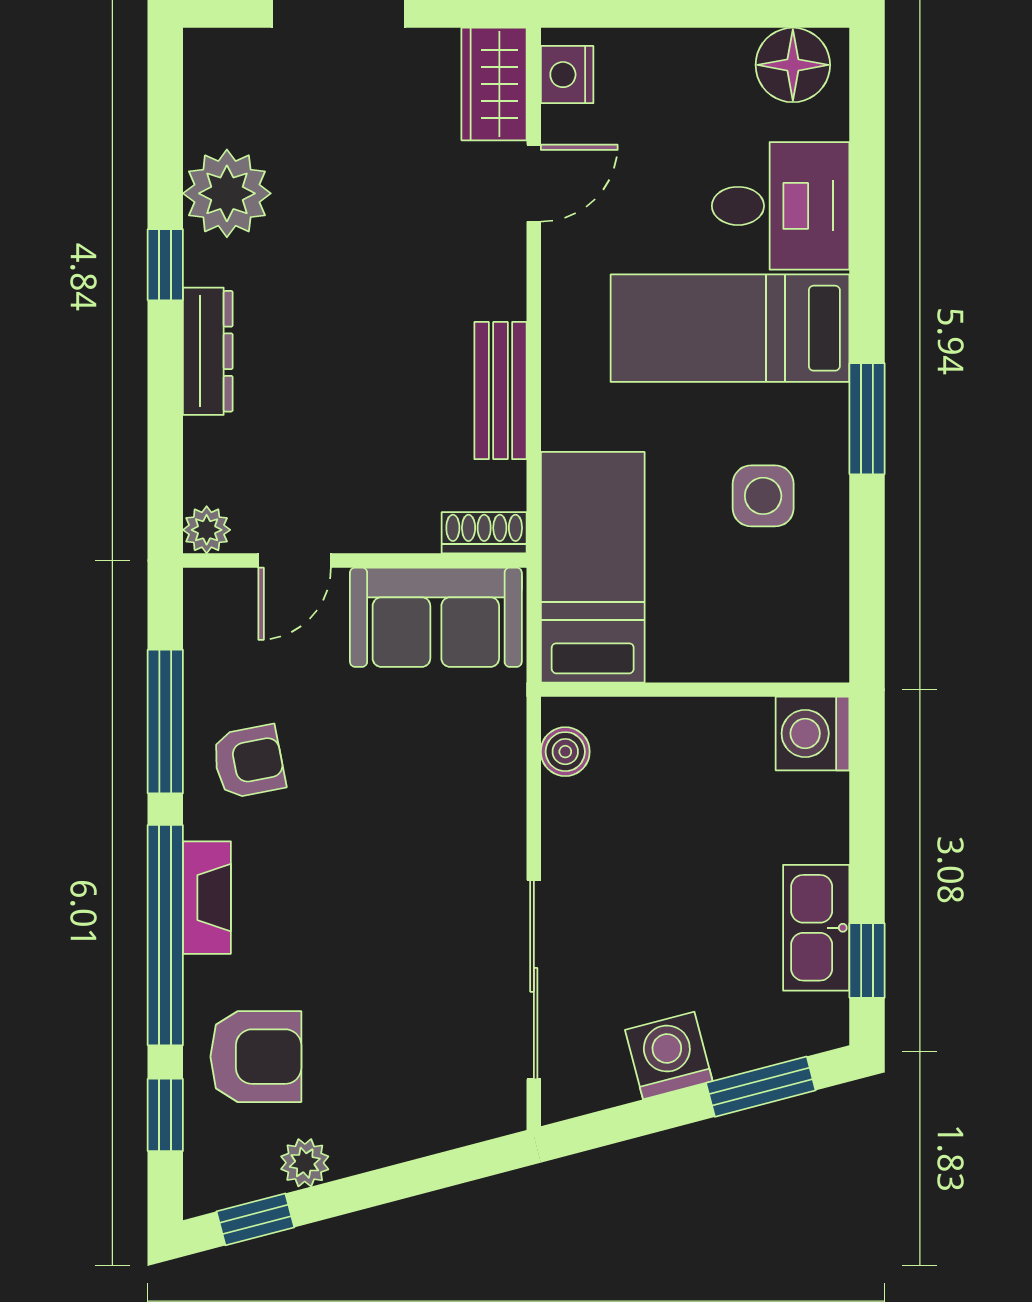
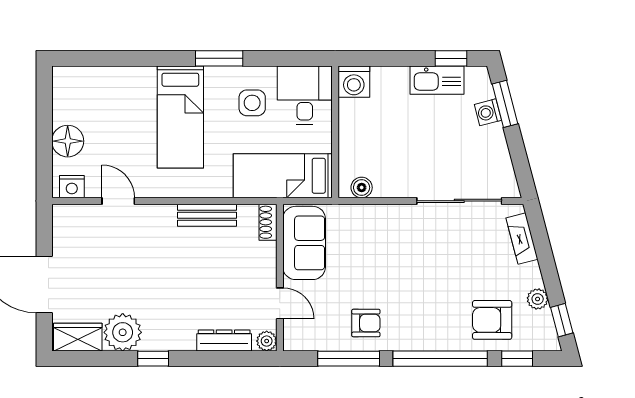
floor lamp: (793, 65) -> (68, 141), moved
wardrobe: (494, 84) -> (78, 337), moved, turned 180
desk: (781, 206) -> (305, 95), moved
dresser: (208, 351) -> (224, 341), moved
armchair: (249, 762) -> (366, 323), turned 101
fireplace: (207, 898) -> (522, 239), moved, turned -105
washing machine: (669, 1055) -> (488, 112), moved, width x0.73, depth x0.73
armchair: (256, 1057) -> (492, 320), turned -90

